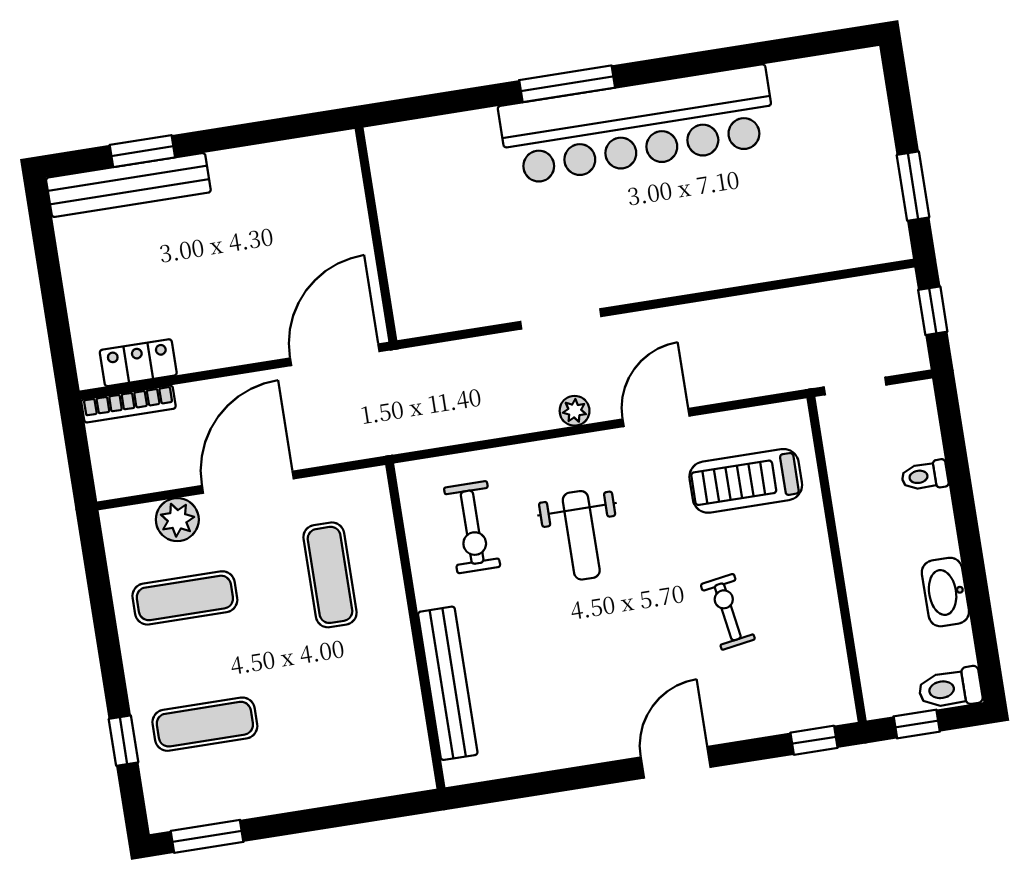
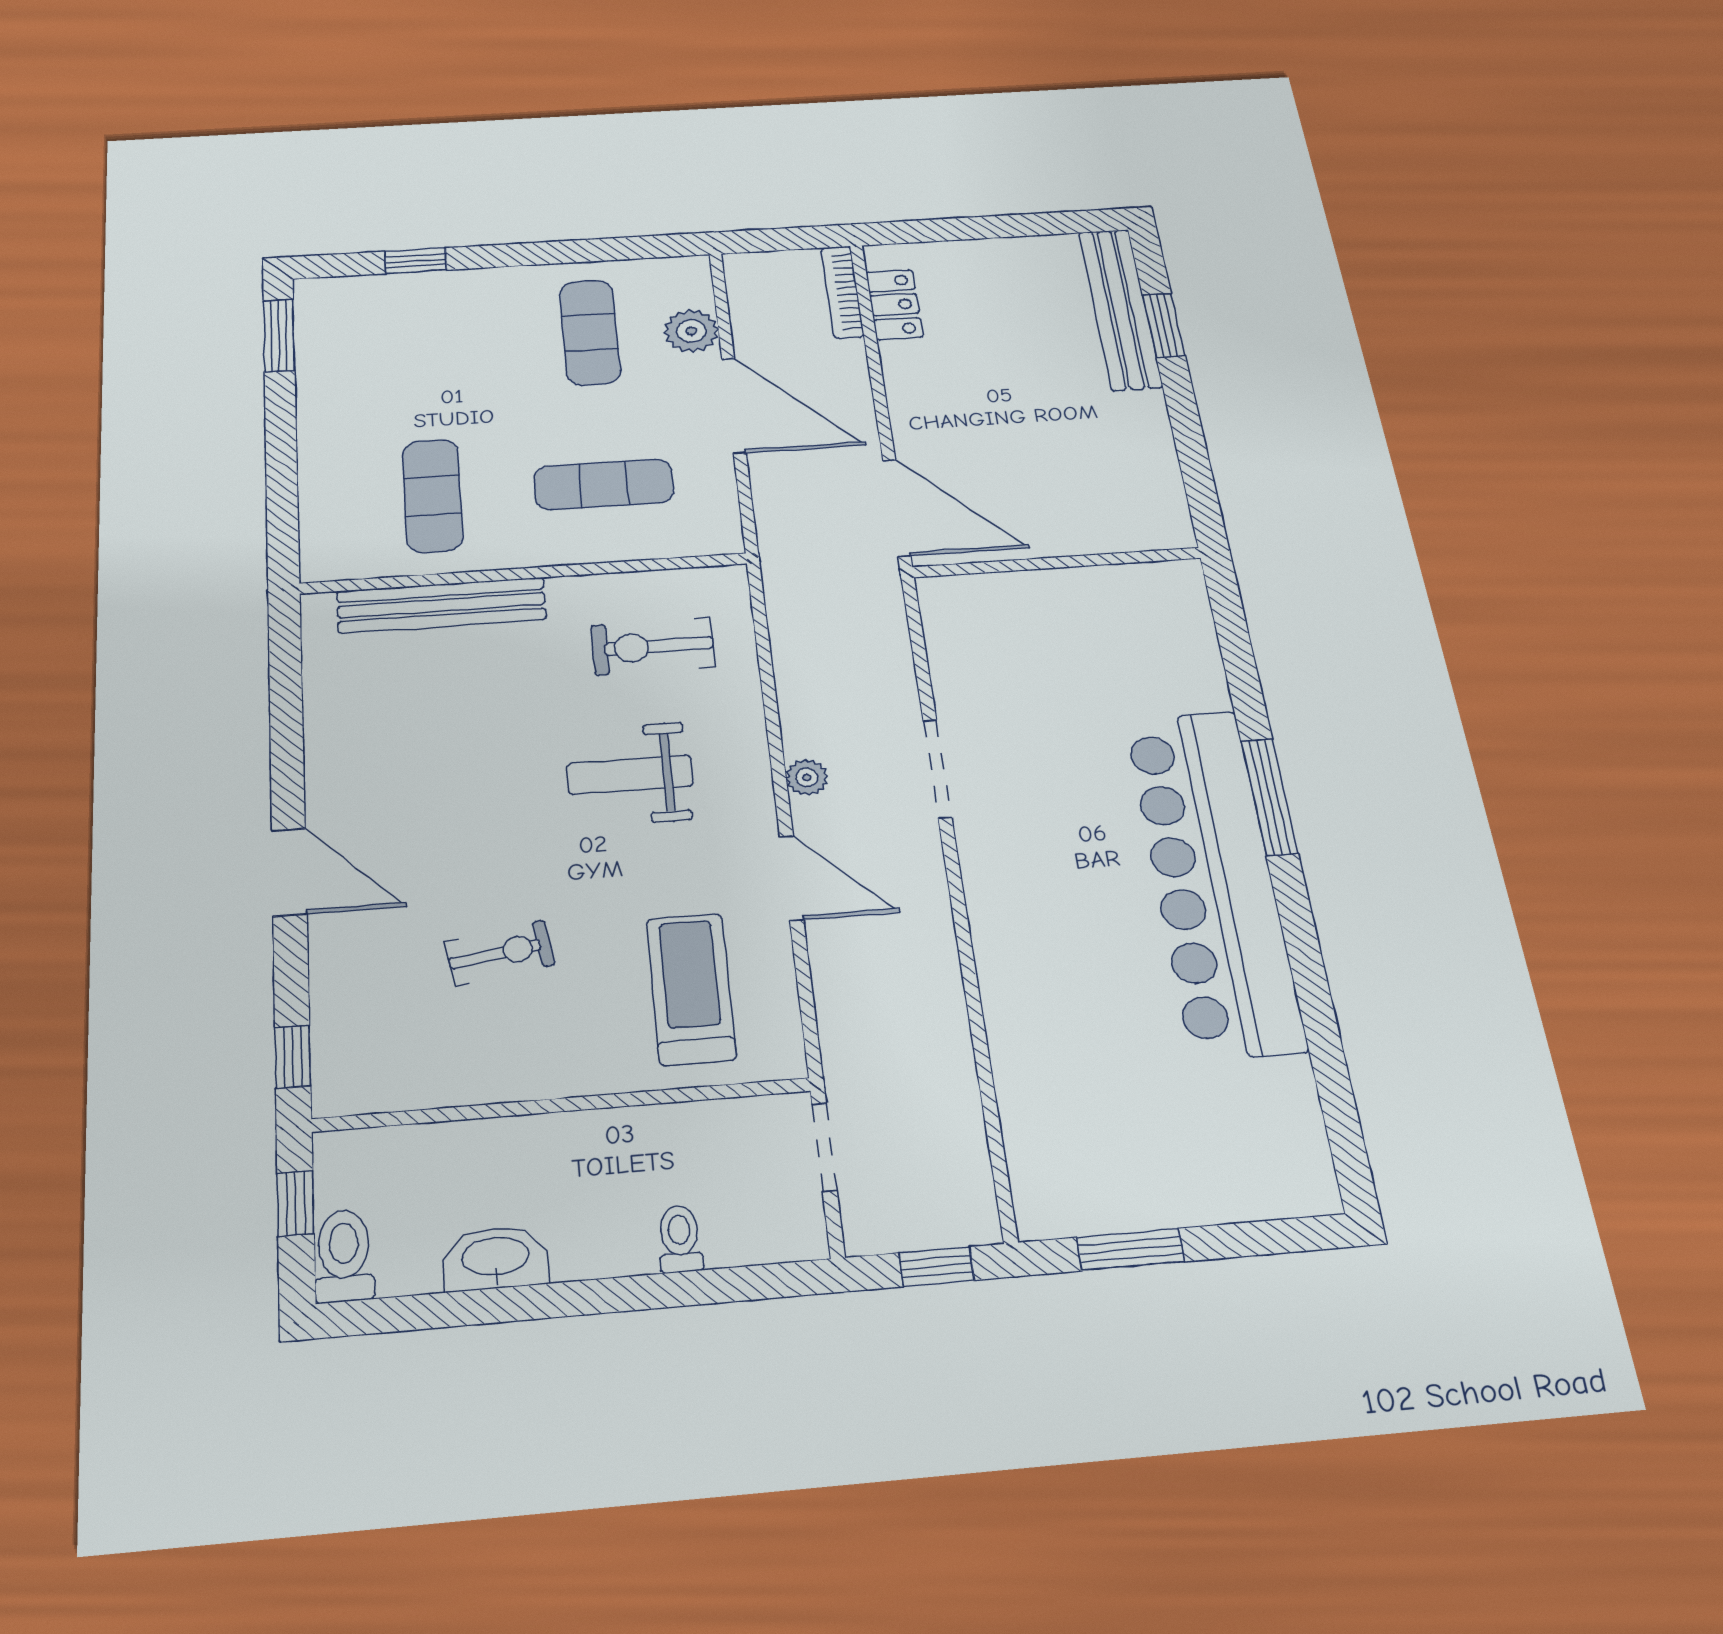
exercise mat: (205, 724) -> (433, 496), moved

